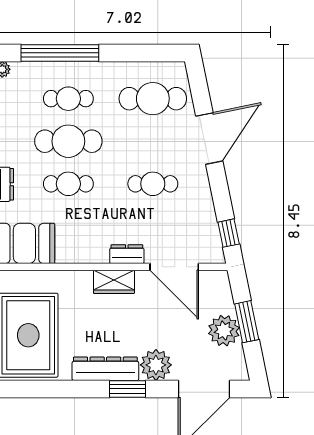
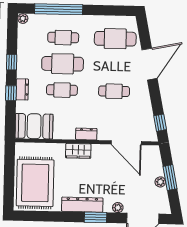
dresser: (127, 254) -> (86, 134), moved
wardrobe: (114, 282) -> (78, 151), moved
plant: (224, 331) -> (160, 182), width x0.53, depth x0.53
plant: (156, 365) -> (118, 208), width x0.53, depth x0.53

